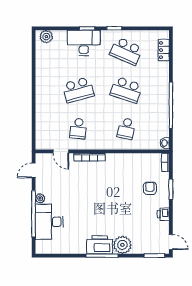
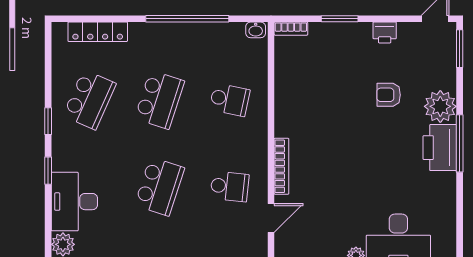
desk: (84, 43) -> (74, 202), moved
locker: (164, 50) -> (98, 32), width x1.53
school desk: (78, 90) -> (160, 187), turned 33
armchair: (150, 188) -> (389, 95), moved

